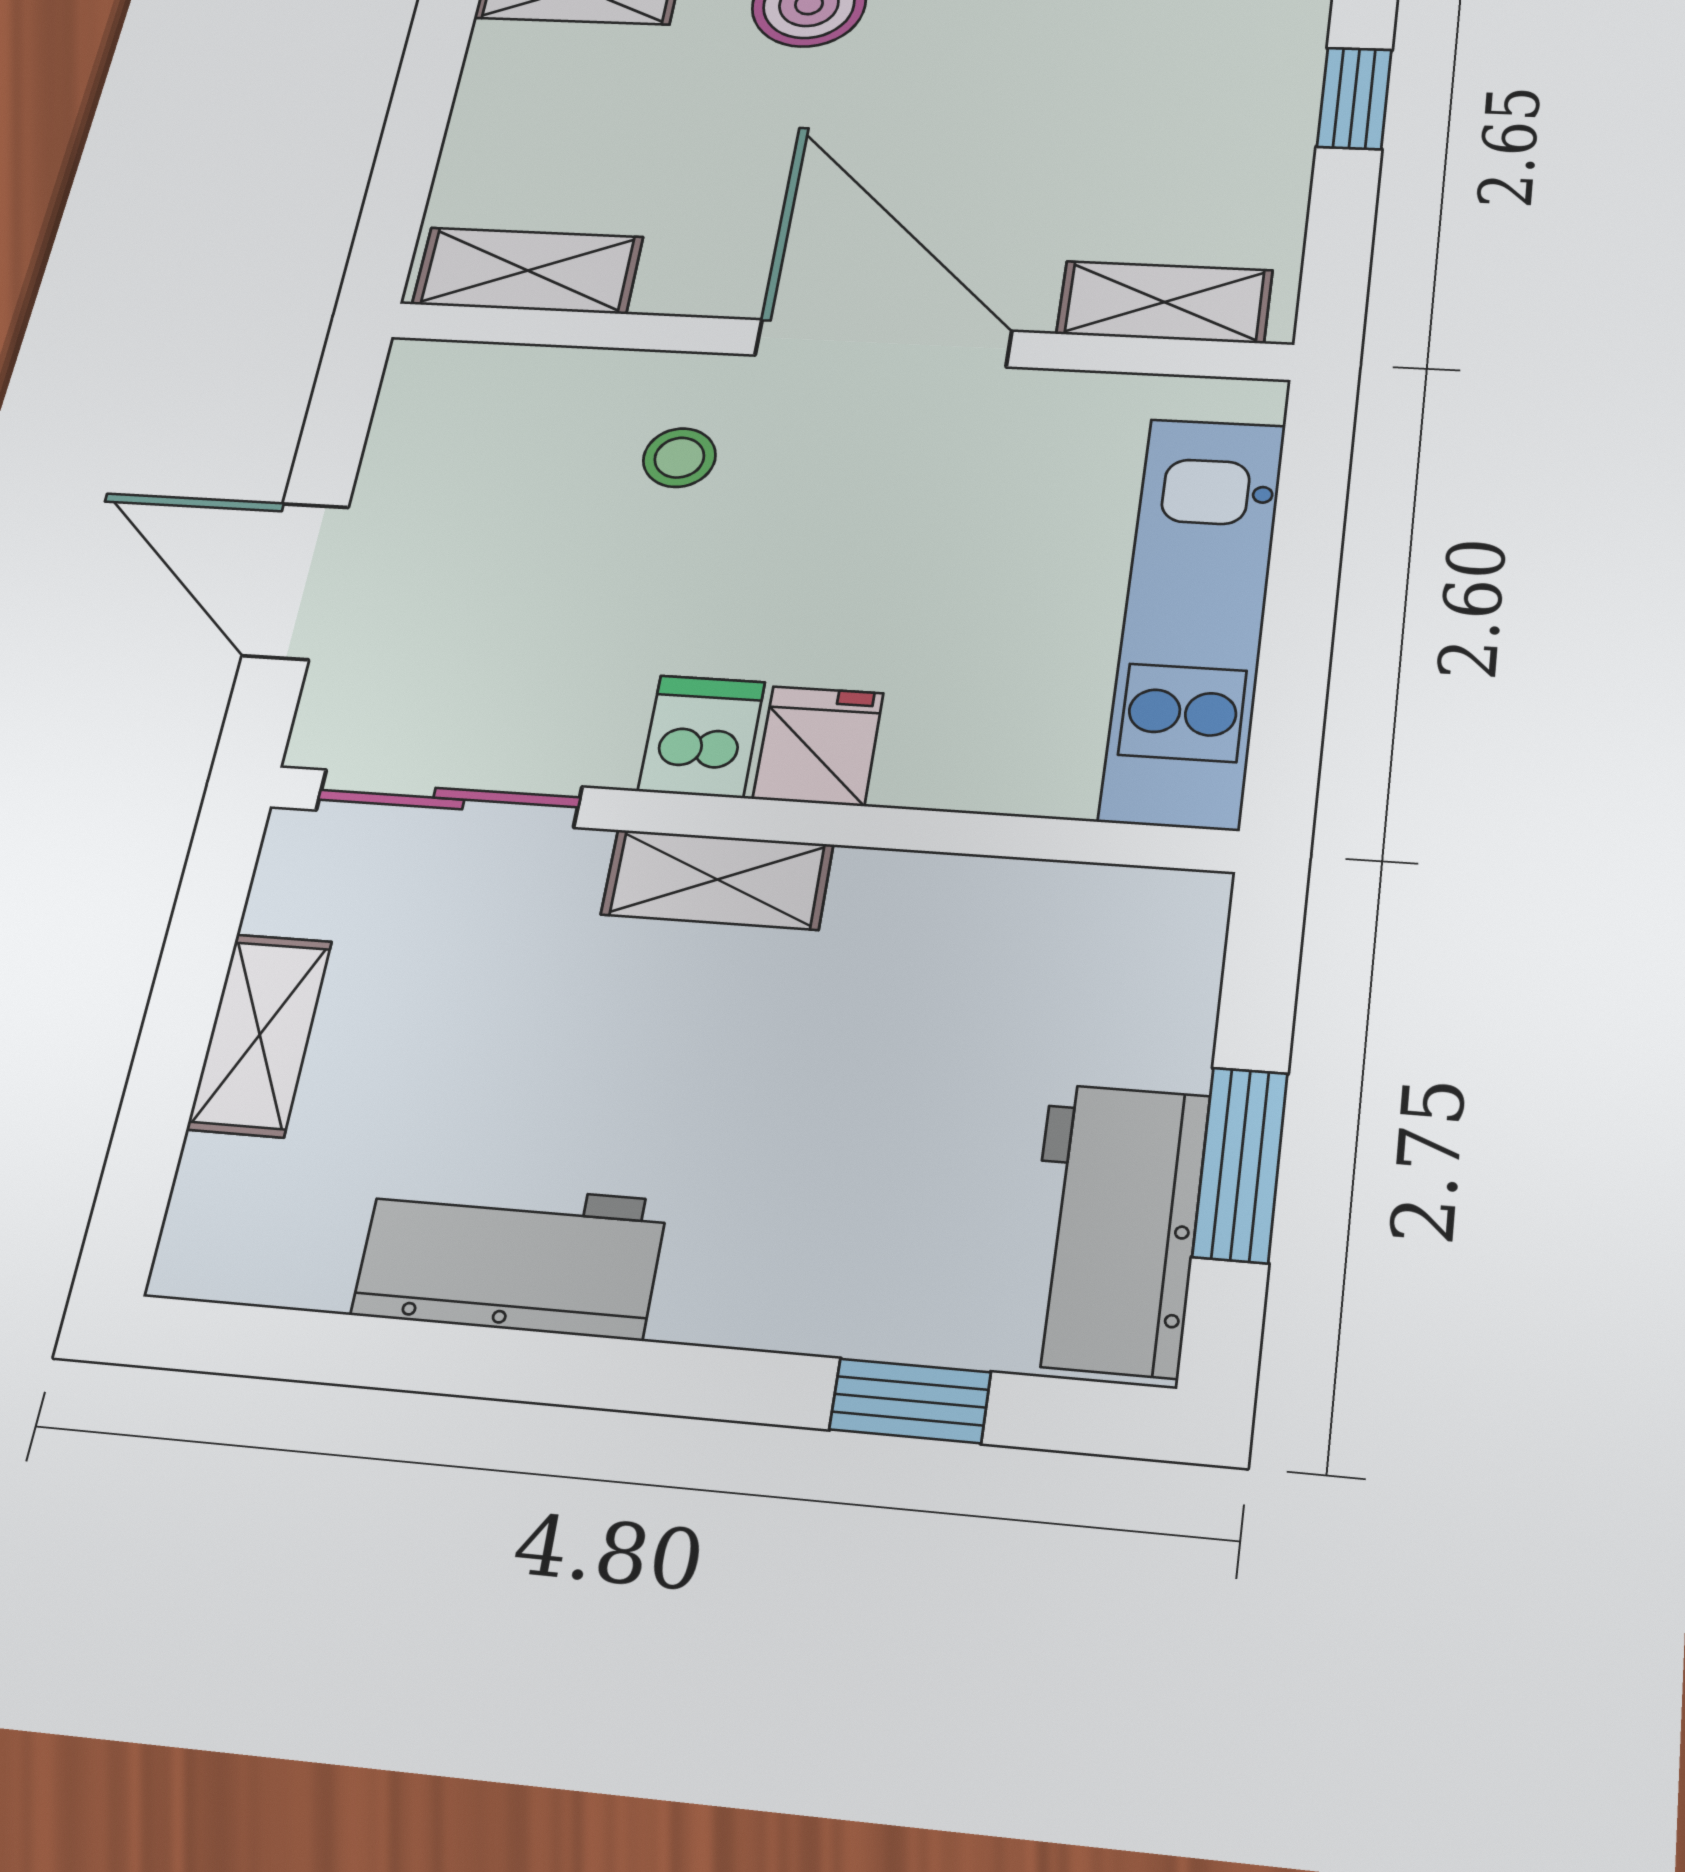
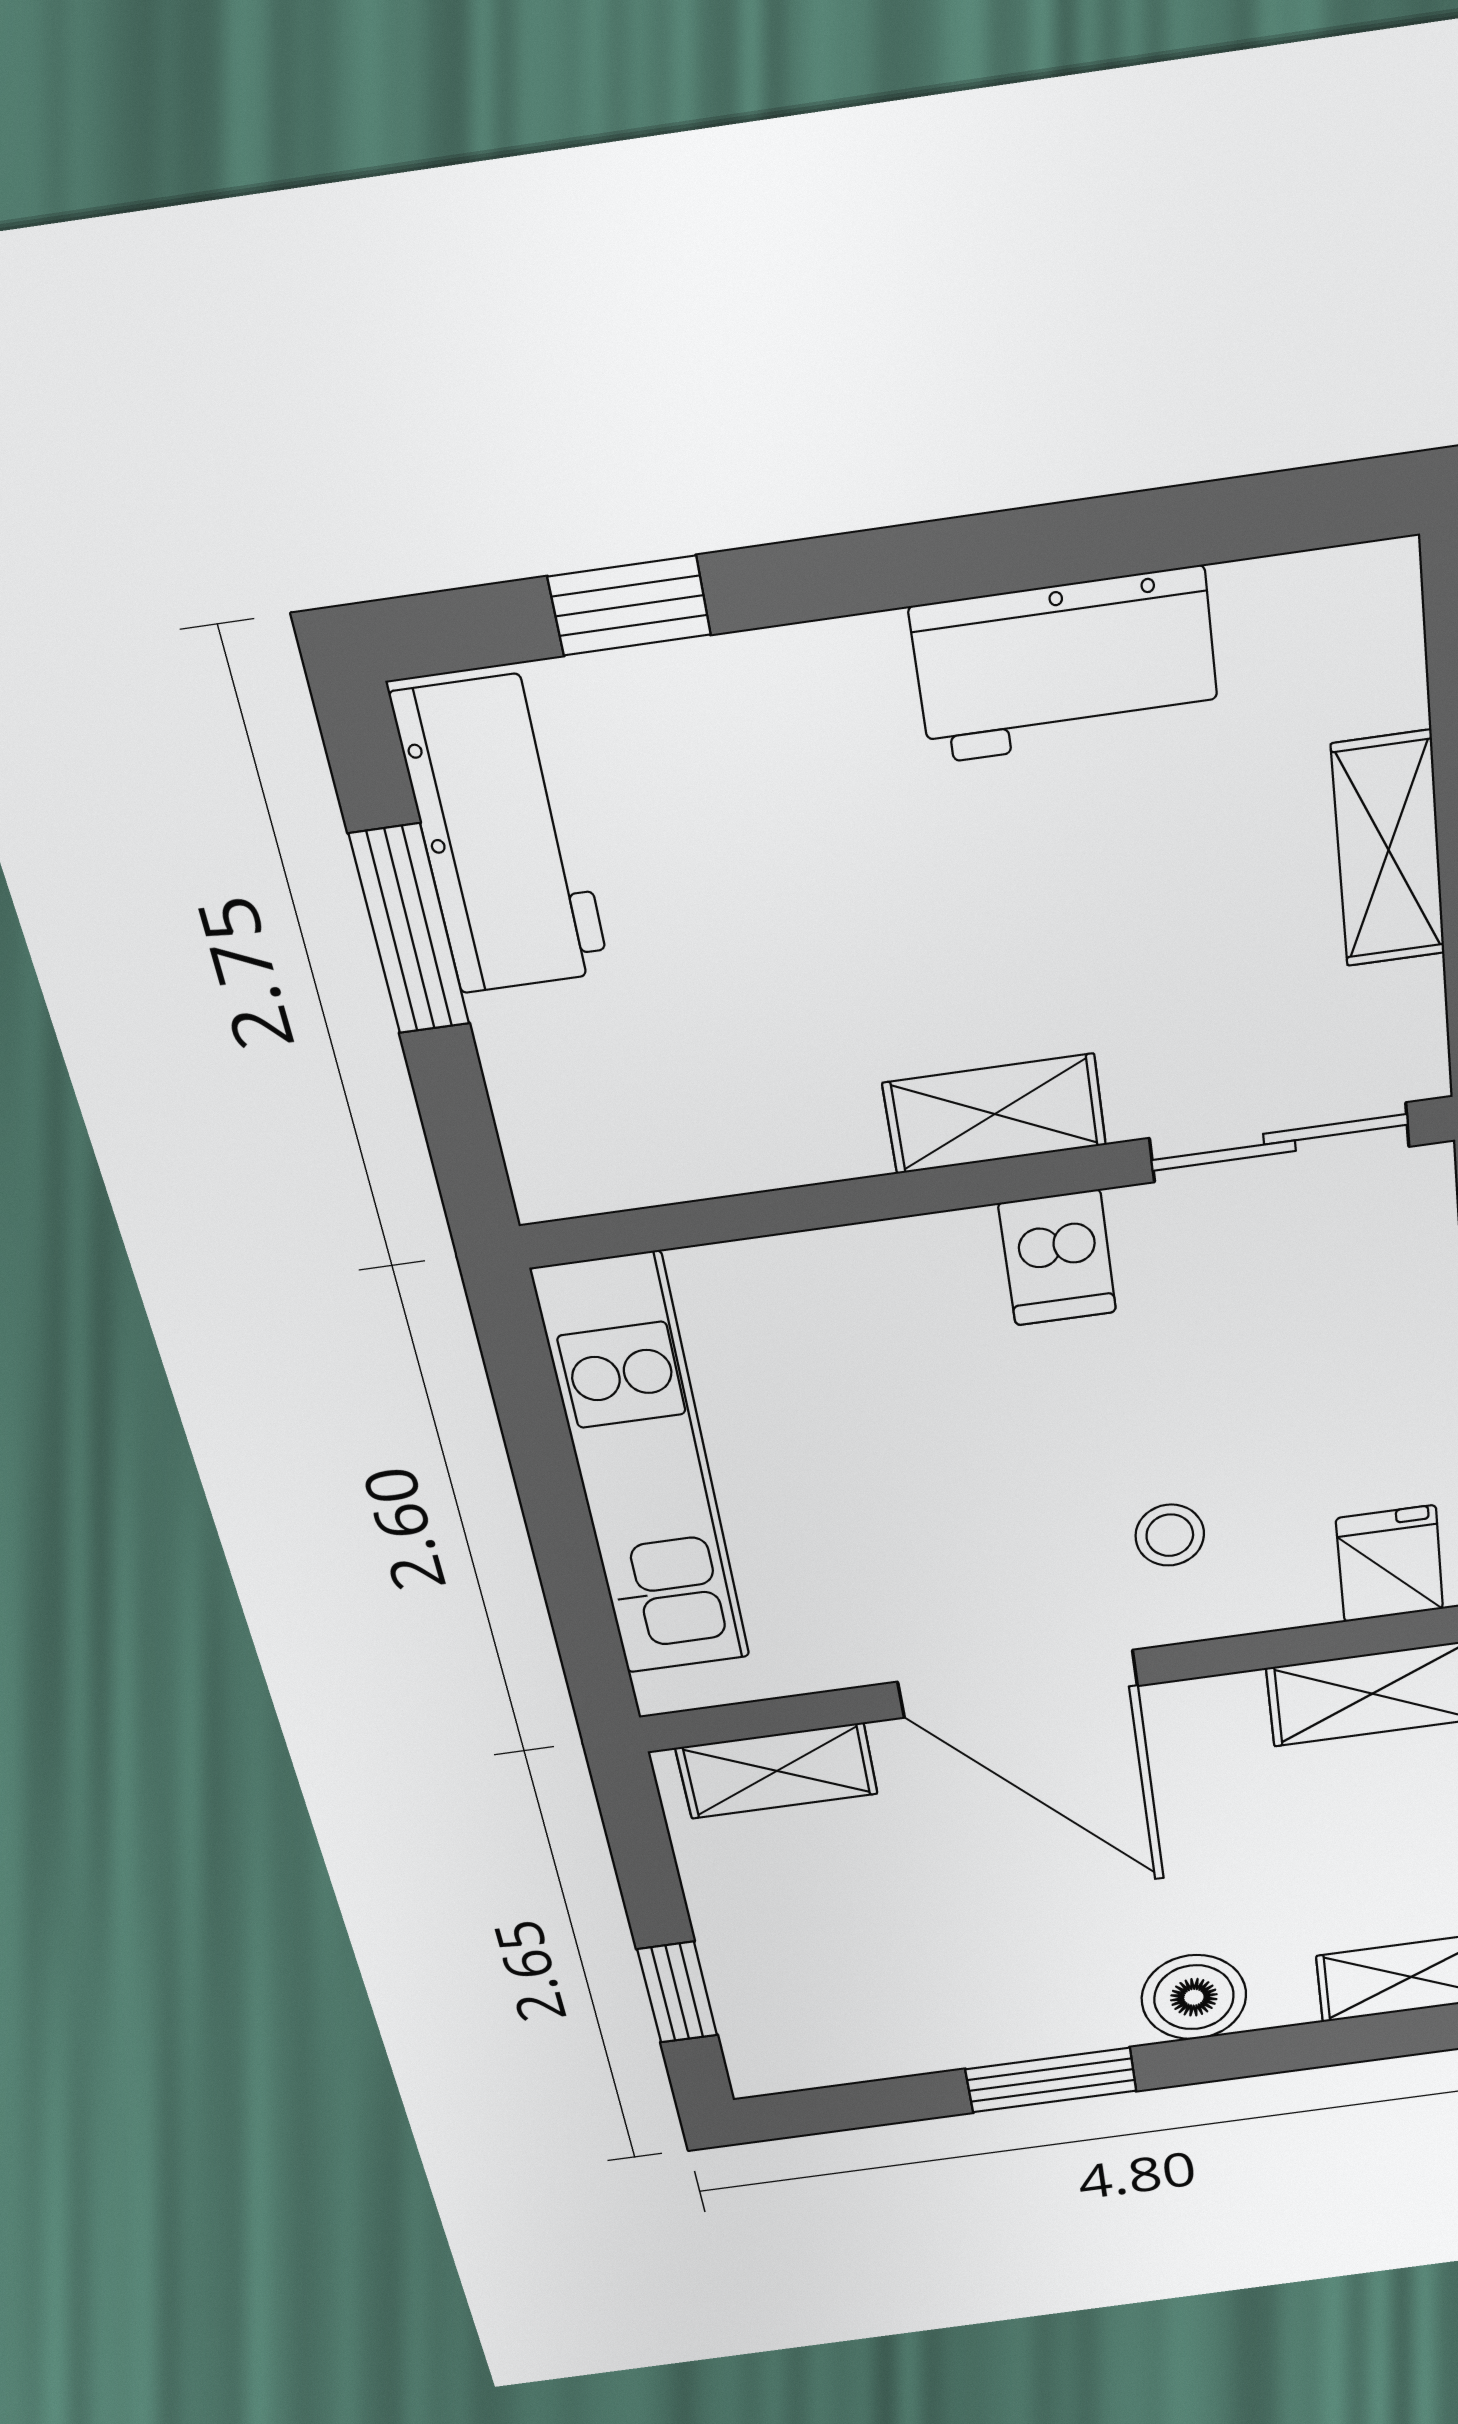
fridge: (818, 746) -> (1390, 1564), moved, turned 180

